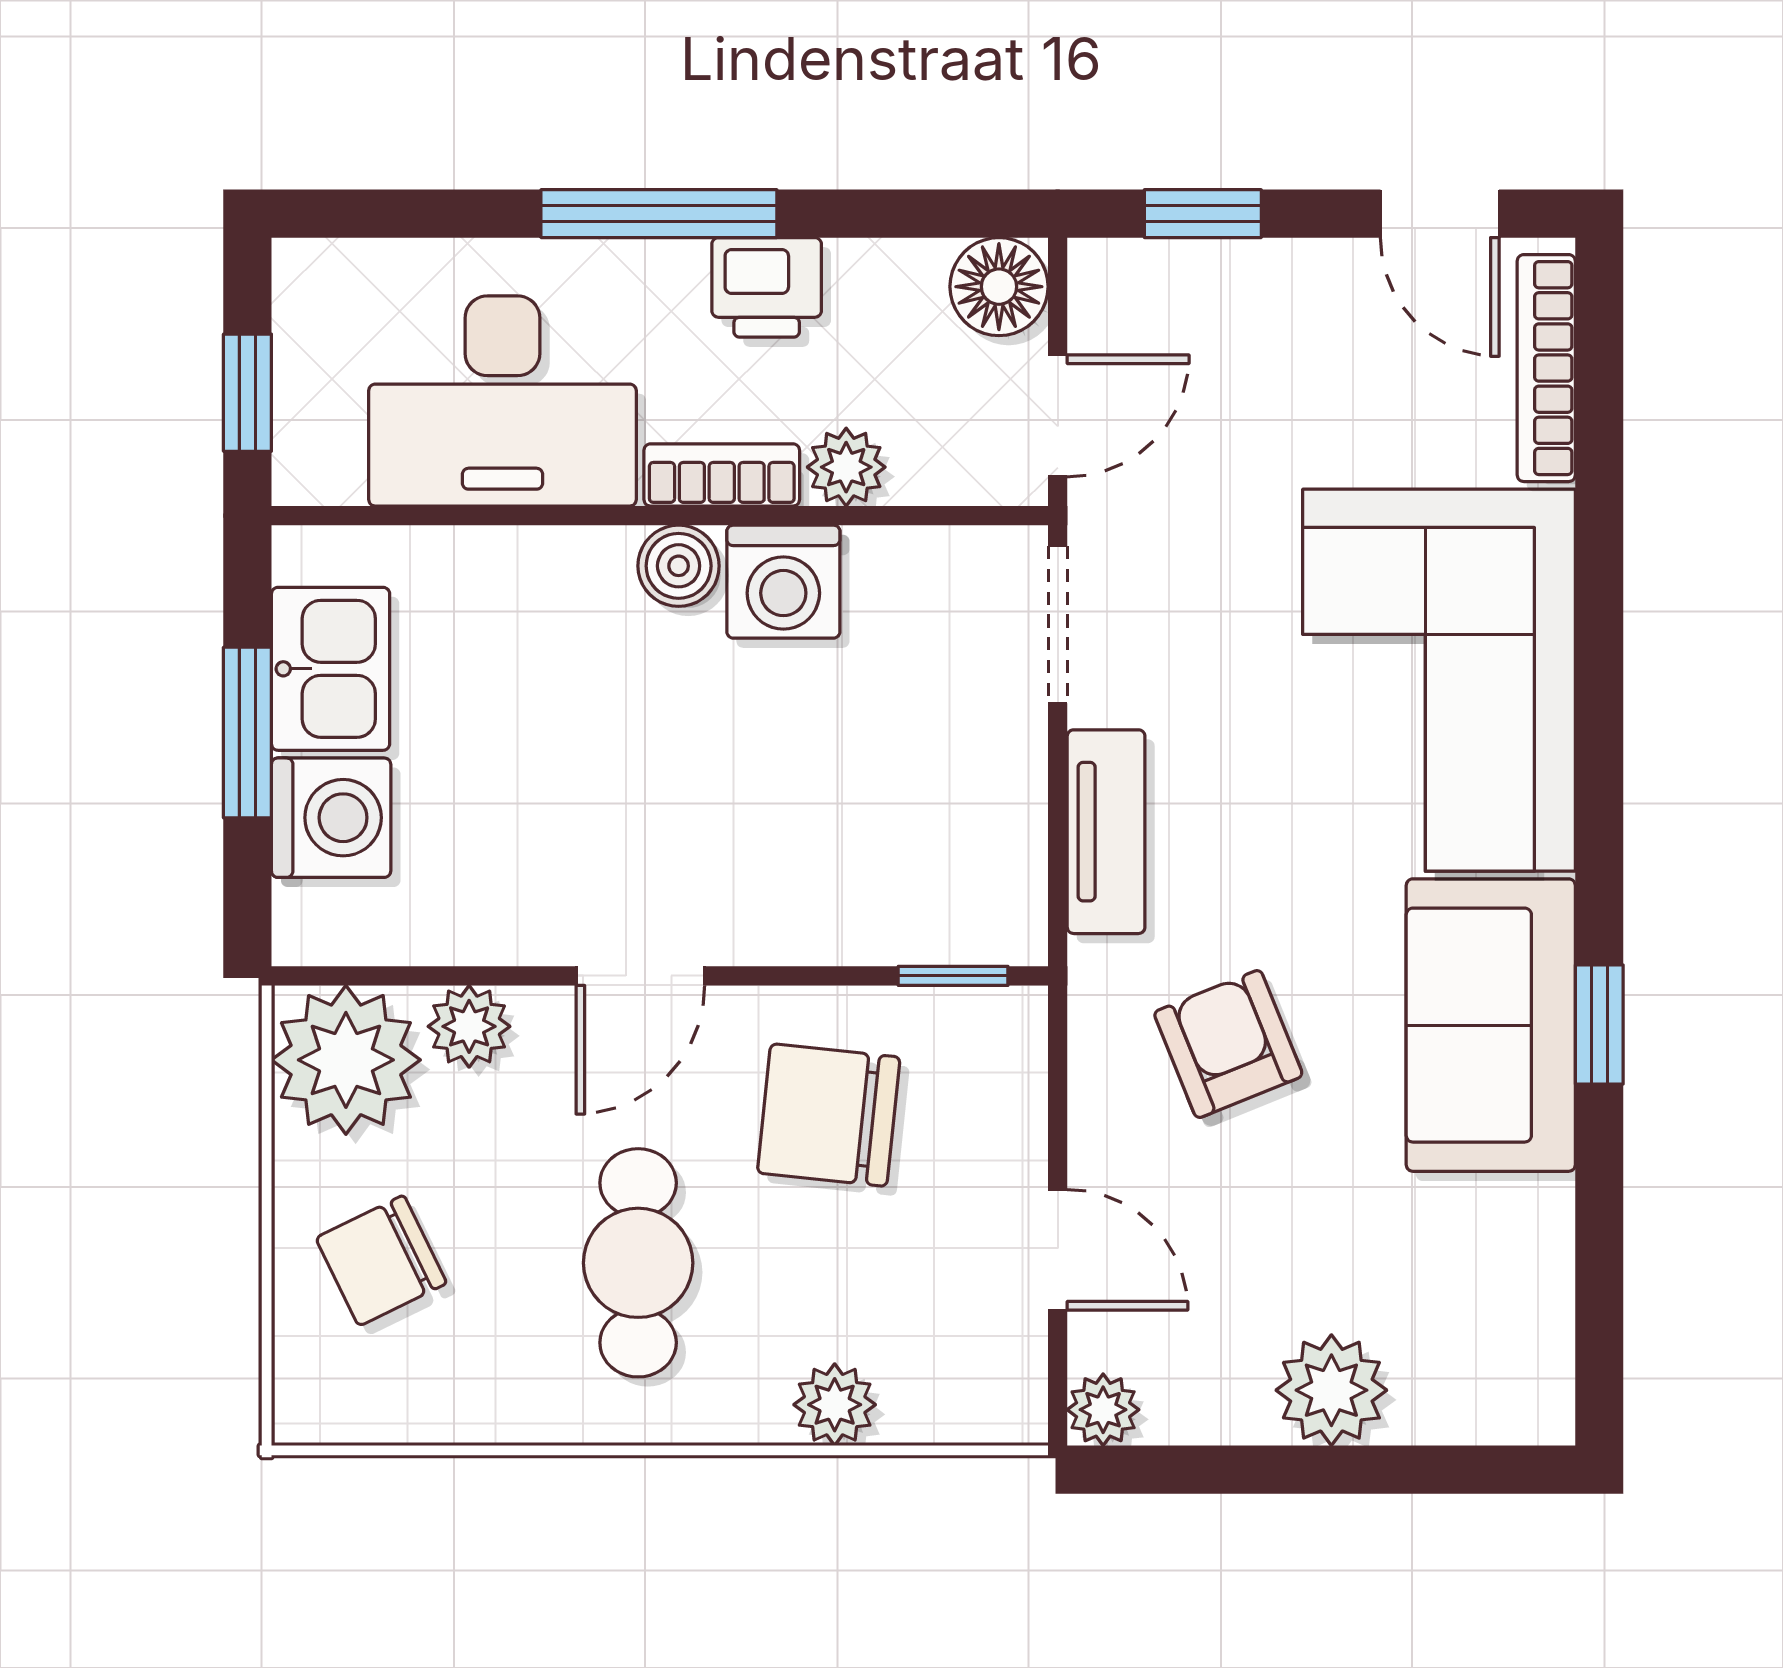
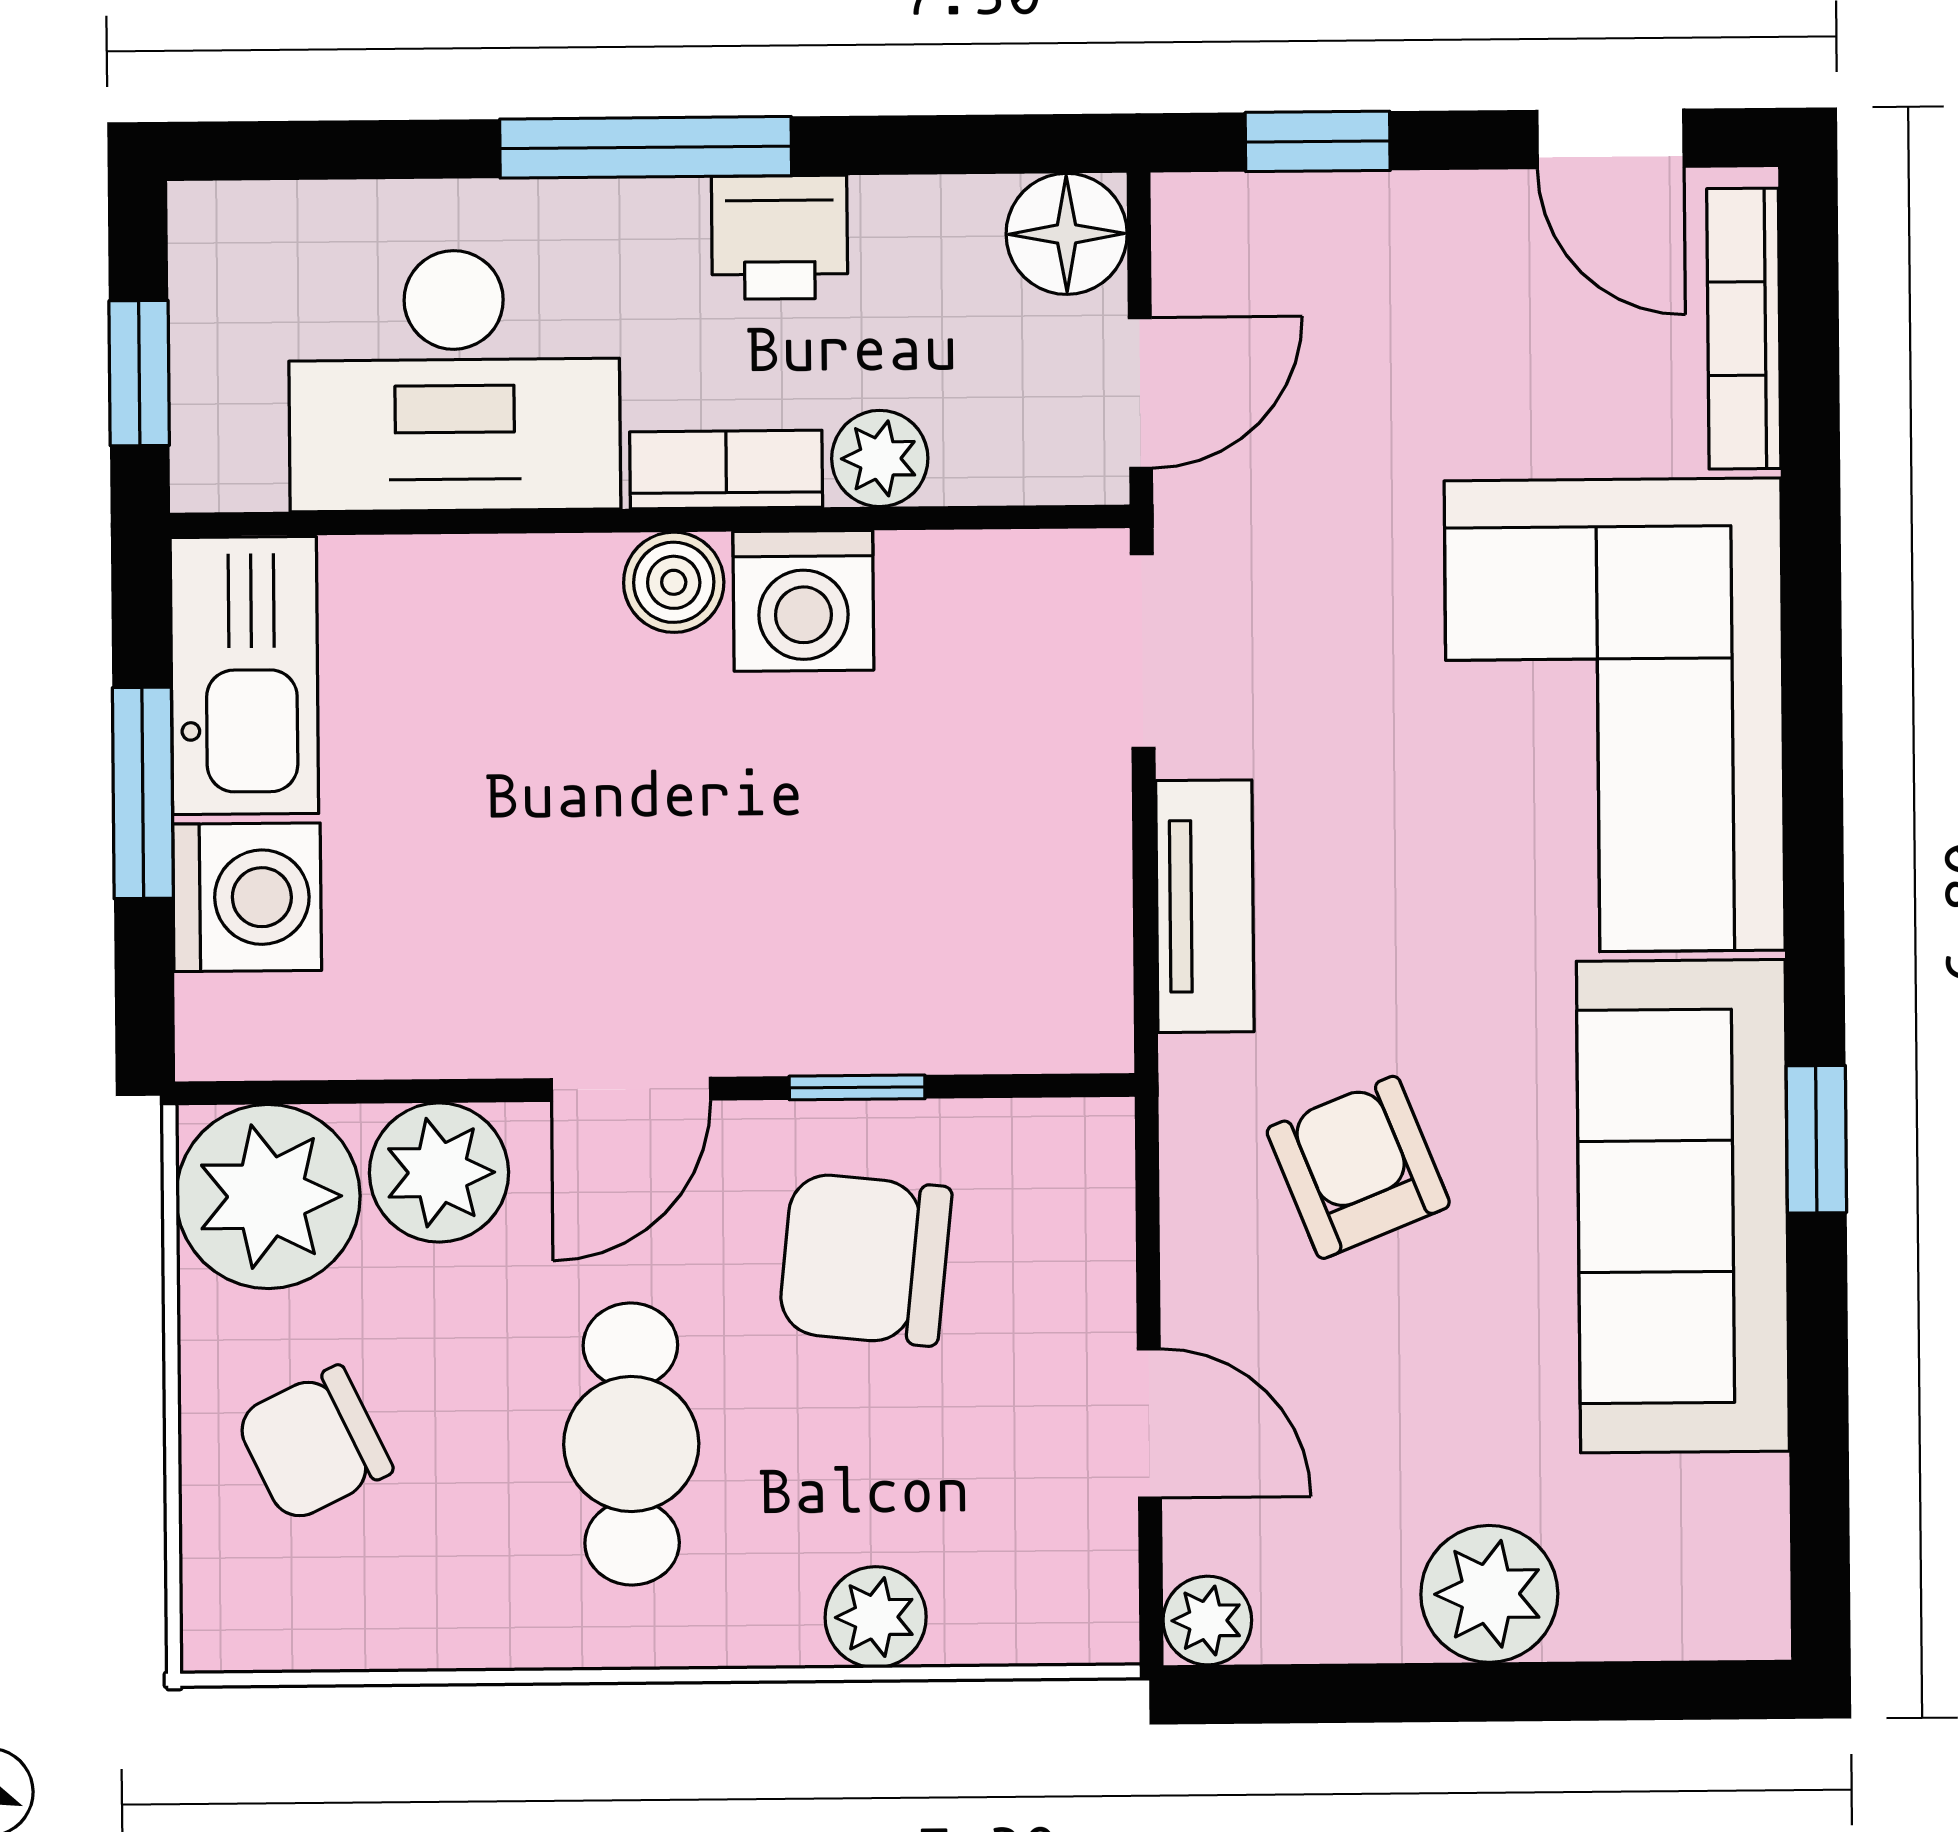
kitchen sink: (331, 669) -> (244, 676), width x1.38
window: (953, 976) -> (857, 1087), moved
sofa: (1491, 1025) -> (1683, 1206), width x1.36
plant: (469, 1026) -> (439, 1173), width x1.38, depth x1.38

